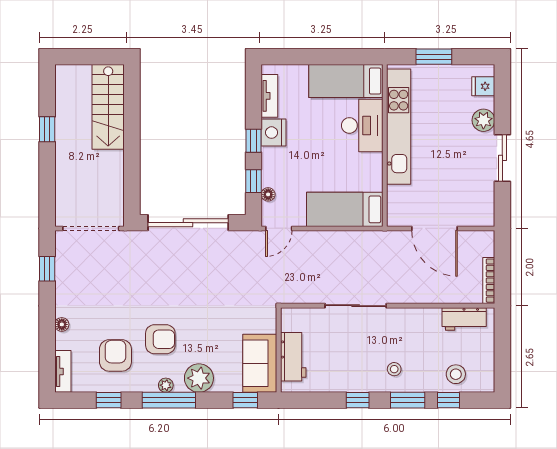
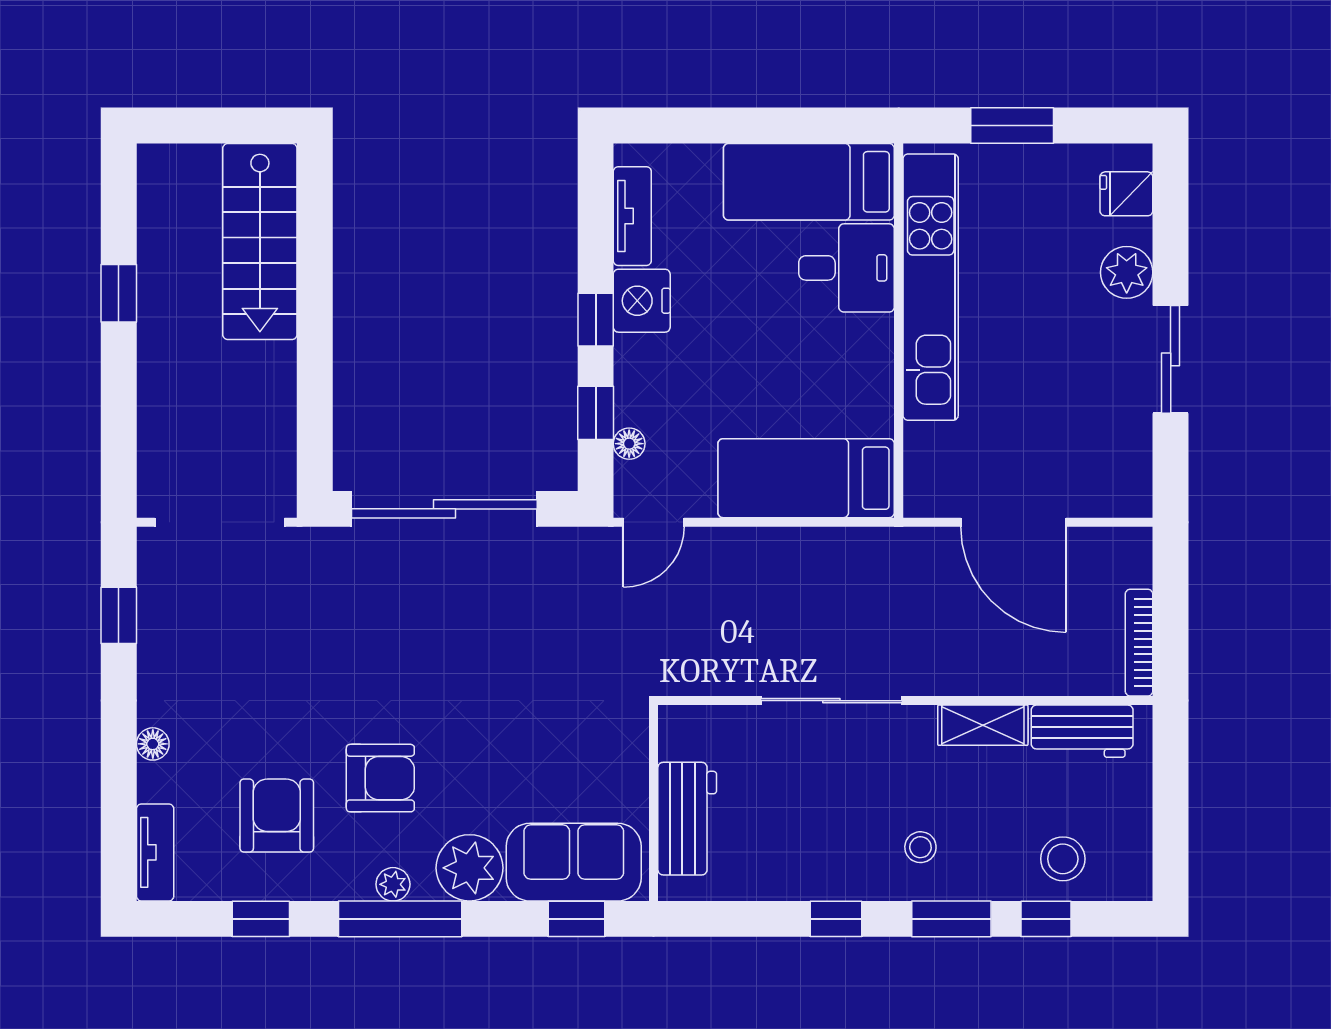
desk: (362, 125) -> (847, 268), width x0.73
shelving: (421, 316) -> (983, 725), added
sofa: (260, 363) -> (574, 862), moved, turned 90

